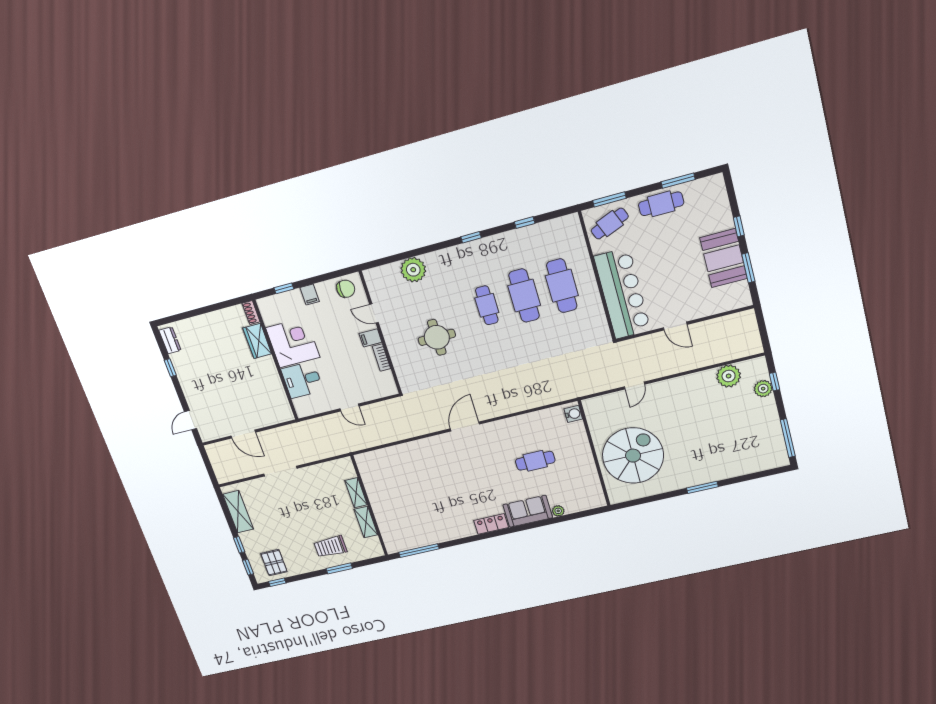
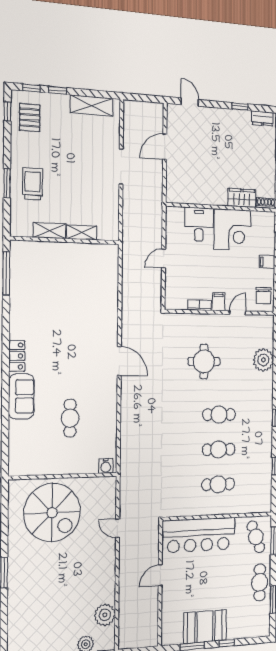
cafe table: (562, 286) -> (218, 484), width x0.73, depth x0.74
cafe table: (524, 296) -> (219, 449), width x0.73, depth x0.74
plant: (558, 511) -> (14, 427), removed
pallet: (274, 563) -> (30, 118), turned 90

